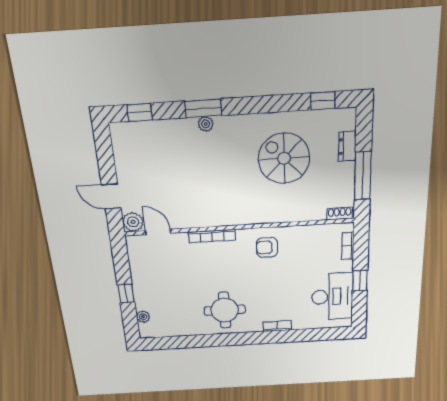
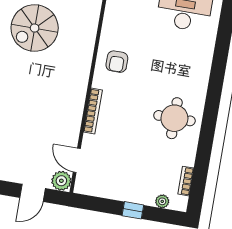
door: (158, 232) -> (77, 160), hinge flipped
bookcase: (277, 326) -> (186, 181), moved

